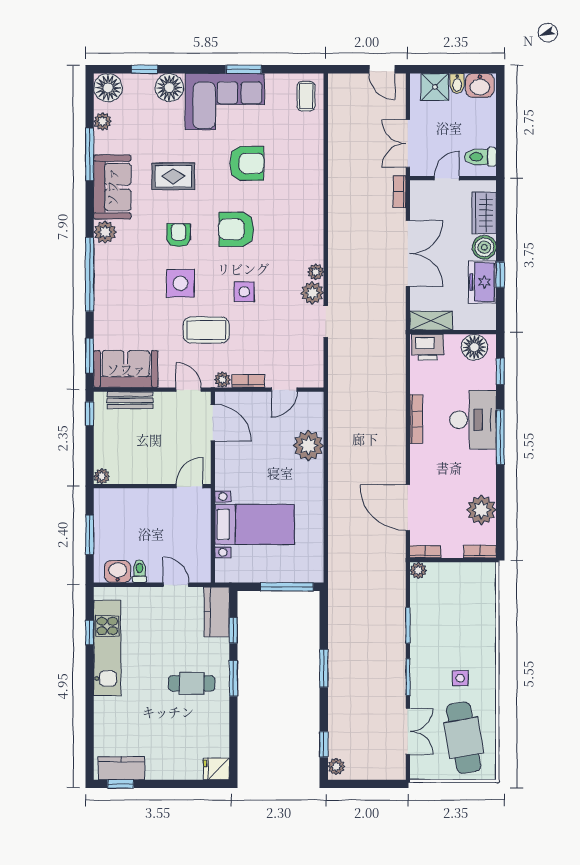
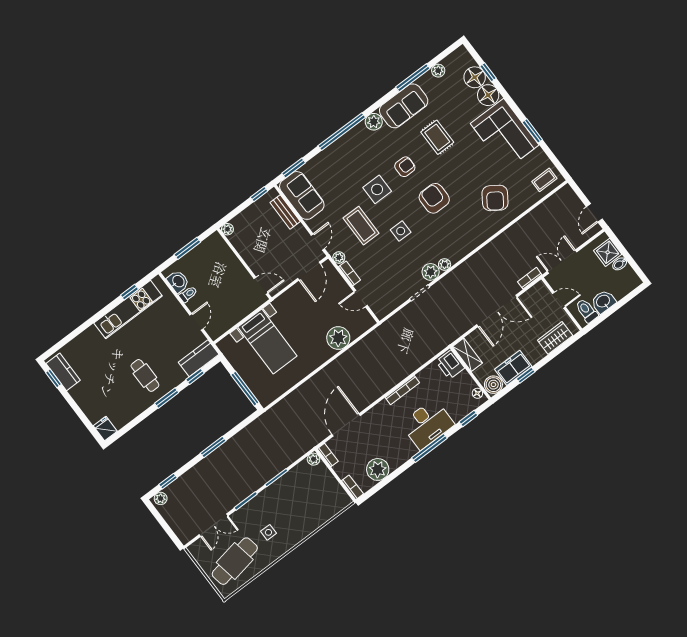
washbasin: (480, 85) -> (603, 302), moved, turned 90
floor lamp: (108, 88) -> (475, 77), moved
armchair: (247, 163) -> (495, 198), moved, turned 34
boiler: (484, 247) -> (493, 385), moved
floor lamp: (474, 347) -> (477, 393), width x0.53, depth x0.53

